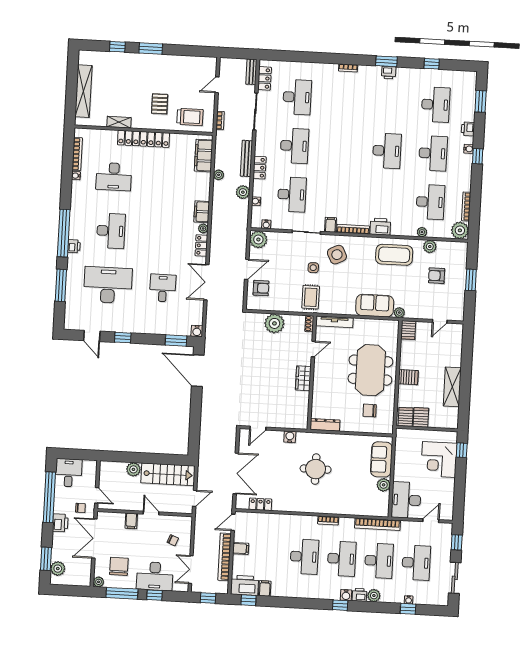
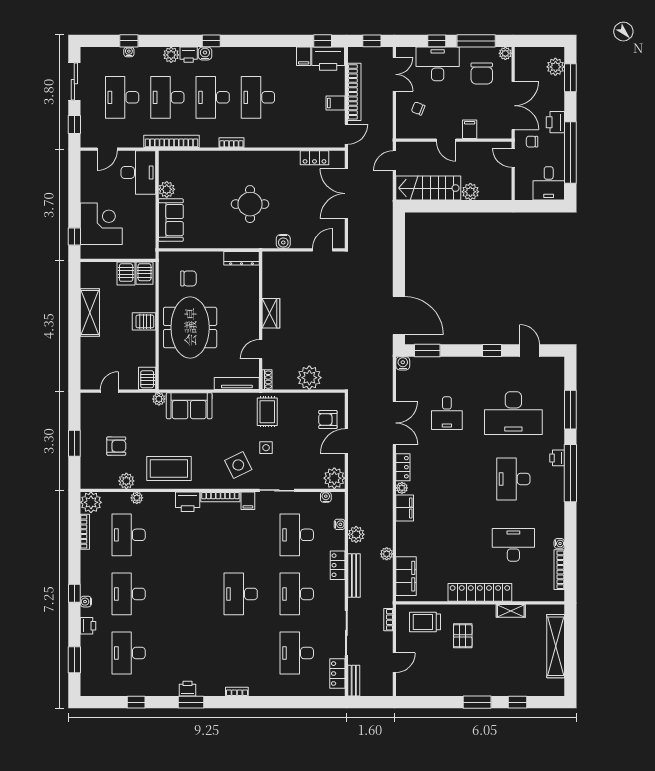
desk: (387, 151) -> (241, 594), moved

